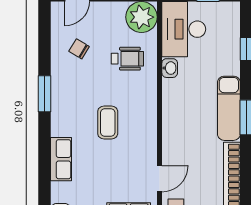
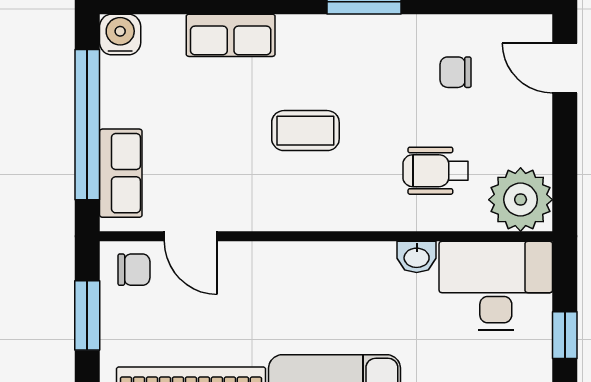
chair: (79, 49) -> (456, 72), turned -121
wheelchair: (127, 59) -> (436, 171), turned 90

